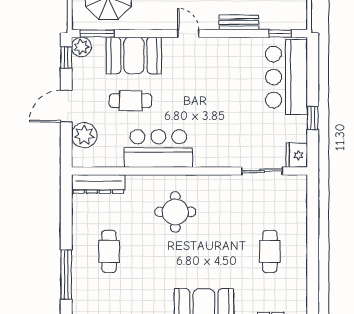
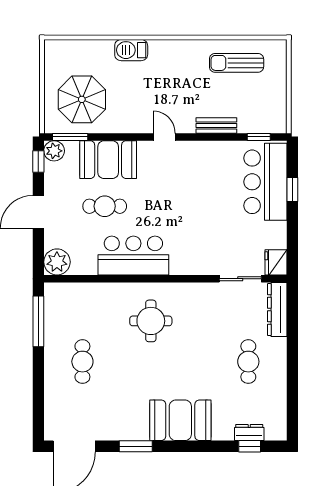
window: (313, 118) -> (292, 189), moved
plant: (84, 135) -> (57, 262), moved
dresser: (98, 184) -> (277, 310), moved, turned 90
window: (66, 275) -> (38, 321), moved

